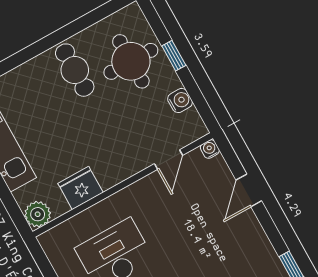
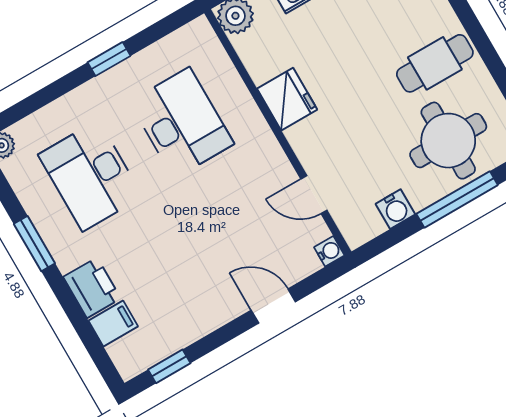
window: (174, 56) -> (457, 200), width x2.17
fridge: (80, 188) -> (287, 99), moved

